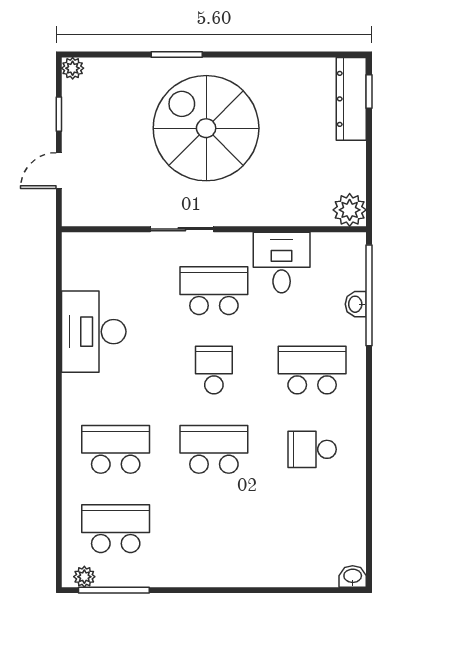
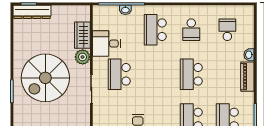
wardrobe: (300, 210) -> (82, 35), added
plant: (350, 210) -> (83, 57), moved
school desk: (214, 370) -> (227, 30), moved, turned 90
piano: (209, 573) -> (247, 77), added
washbasin: (353, 576) -> (249, 55), moved

